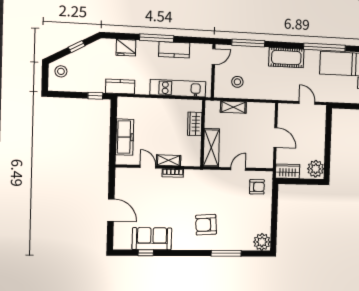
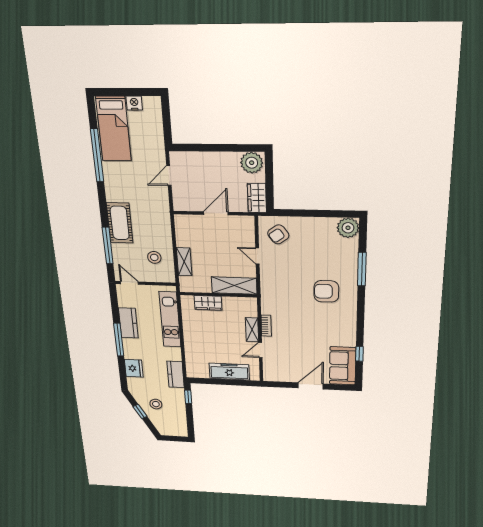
cot: (286, 58) -> (120, 223), moved
stool: (61, 71) -> (156, 404), moved
armchair: (257, 187) -> (278, 234), turned -126
armchair: (206, 225) -> (326, 291), turned 94
sofa: (152, 239) -> (343, 366), moved

